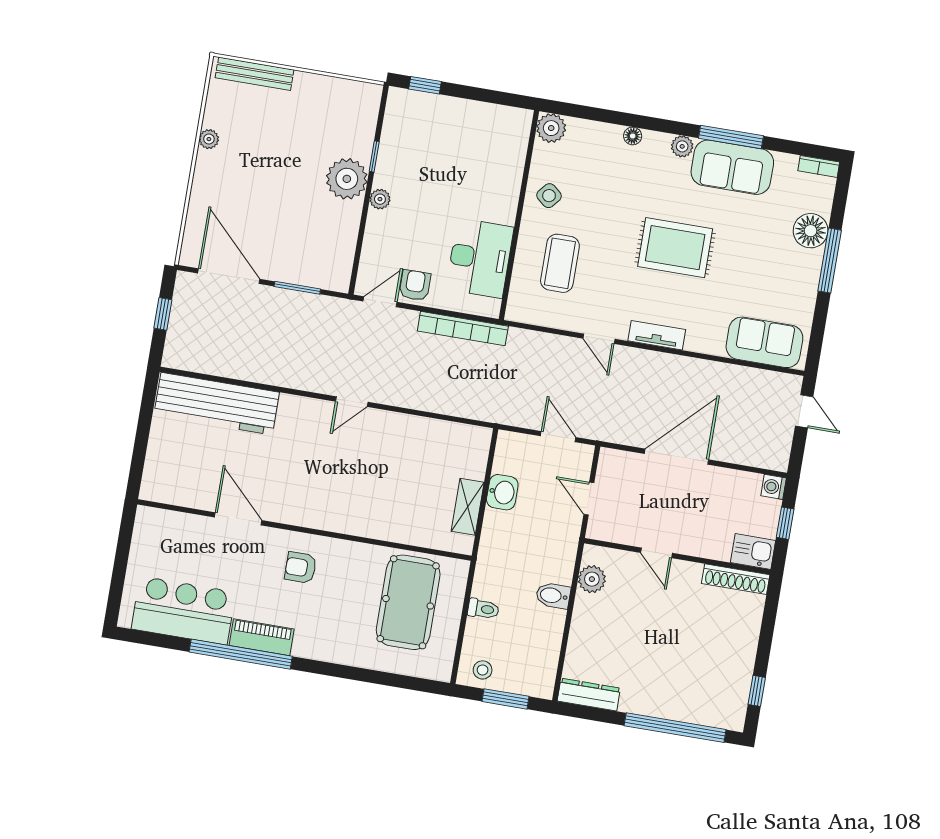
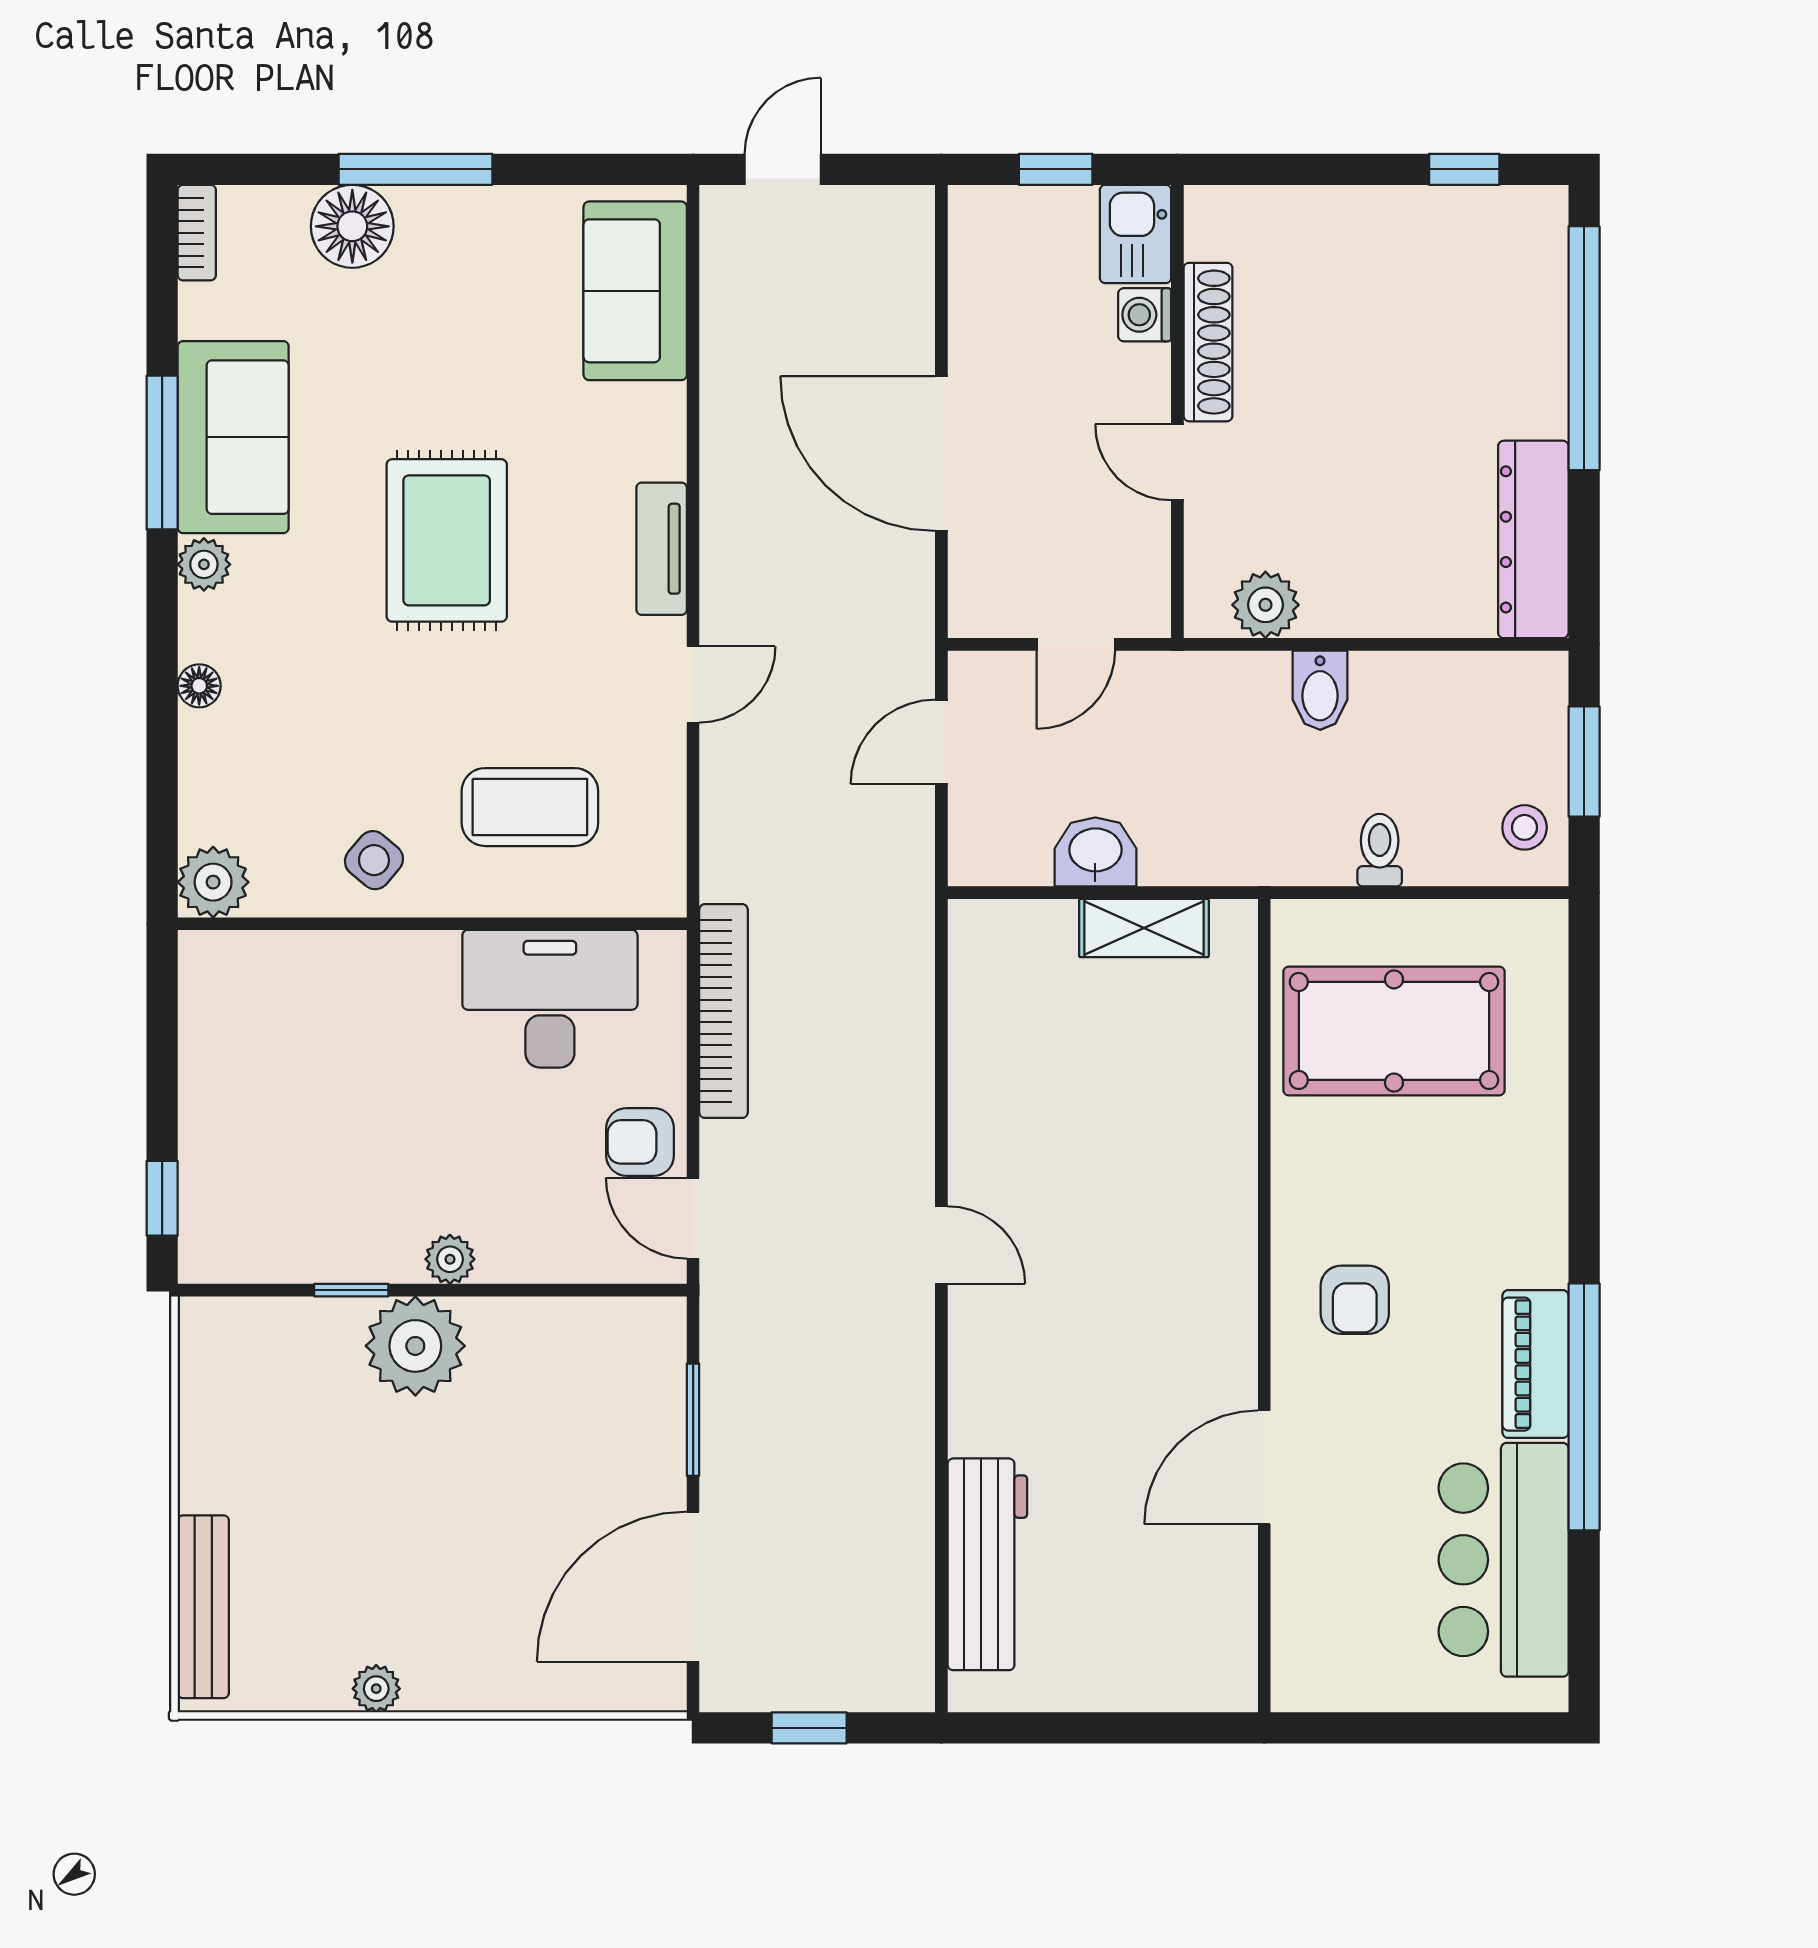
workbench: (217, 404) -> (987, 1564), width x0.73, depth x0.76
washing machine: (774, 487) -> (1145, 315), moved, turned 90
door: (656, 553) -> (1177, 462), swing flipped
shoe rack: (736, 579) -> (1208, 342), moved
dresser: (589, 695) -> (1533, 539), width x1.37, depth x1.24

